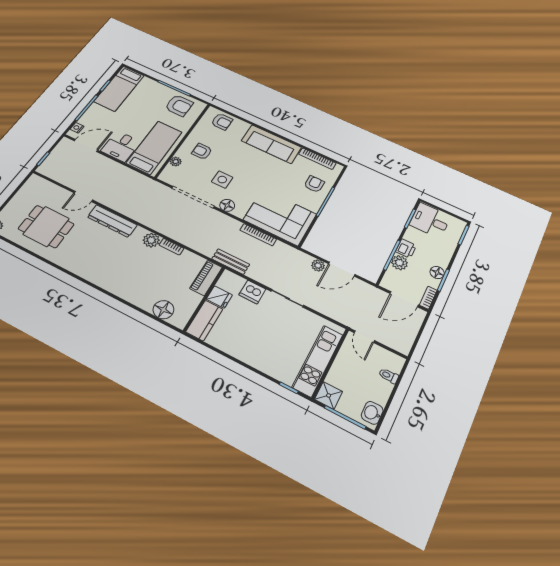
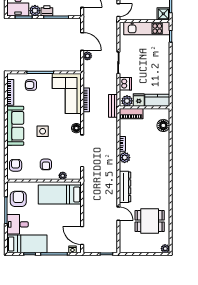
desk: (121, 146) -> (18, 224), moved, turned 180
side table: (222, 180) -> (43, 131), moved
dining table: (46, 226) -> (150, 221), turned 90
plant: (399, 263) -> (35, 11), moved
plant: (227, 282) -> (127, 101), added

